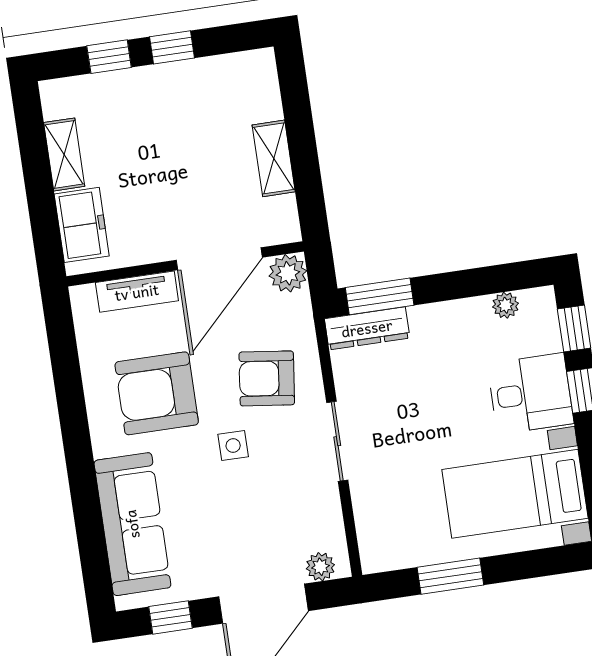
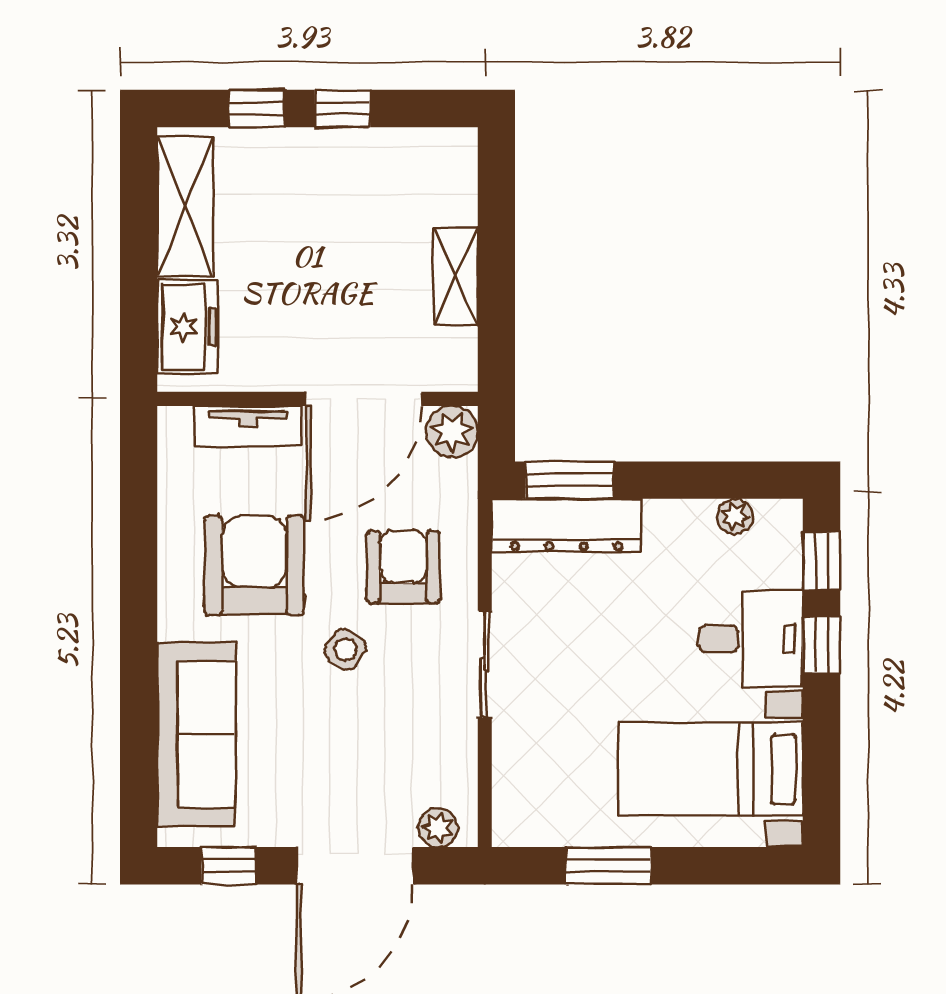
shelving: (64, 154) -> (185, 206), width x1.50, depth x1.33
dresser: (367, 328) -> (567, 525), width x1.37, depth x1.24
armchair: (267, 378) -> (403, 567), turned 83
armchair: (157, 393) -> (254, 565), turned 90
side table: (233, 446) -> (346, 650), turned 32

